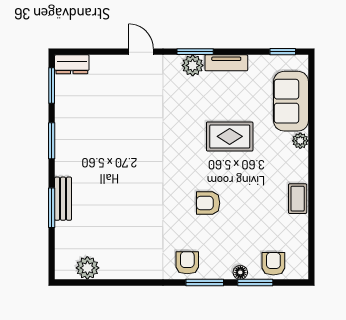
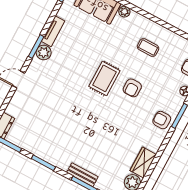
rug: (230, 136) -> (104, 78), moved
coffee table: (298, 199) -> (148, 47), moved
wardrobe: (120, 268) -> (143, 163), added

